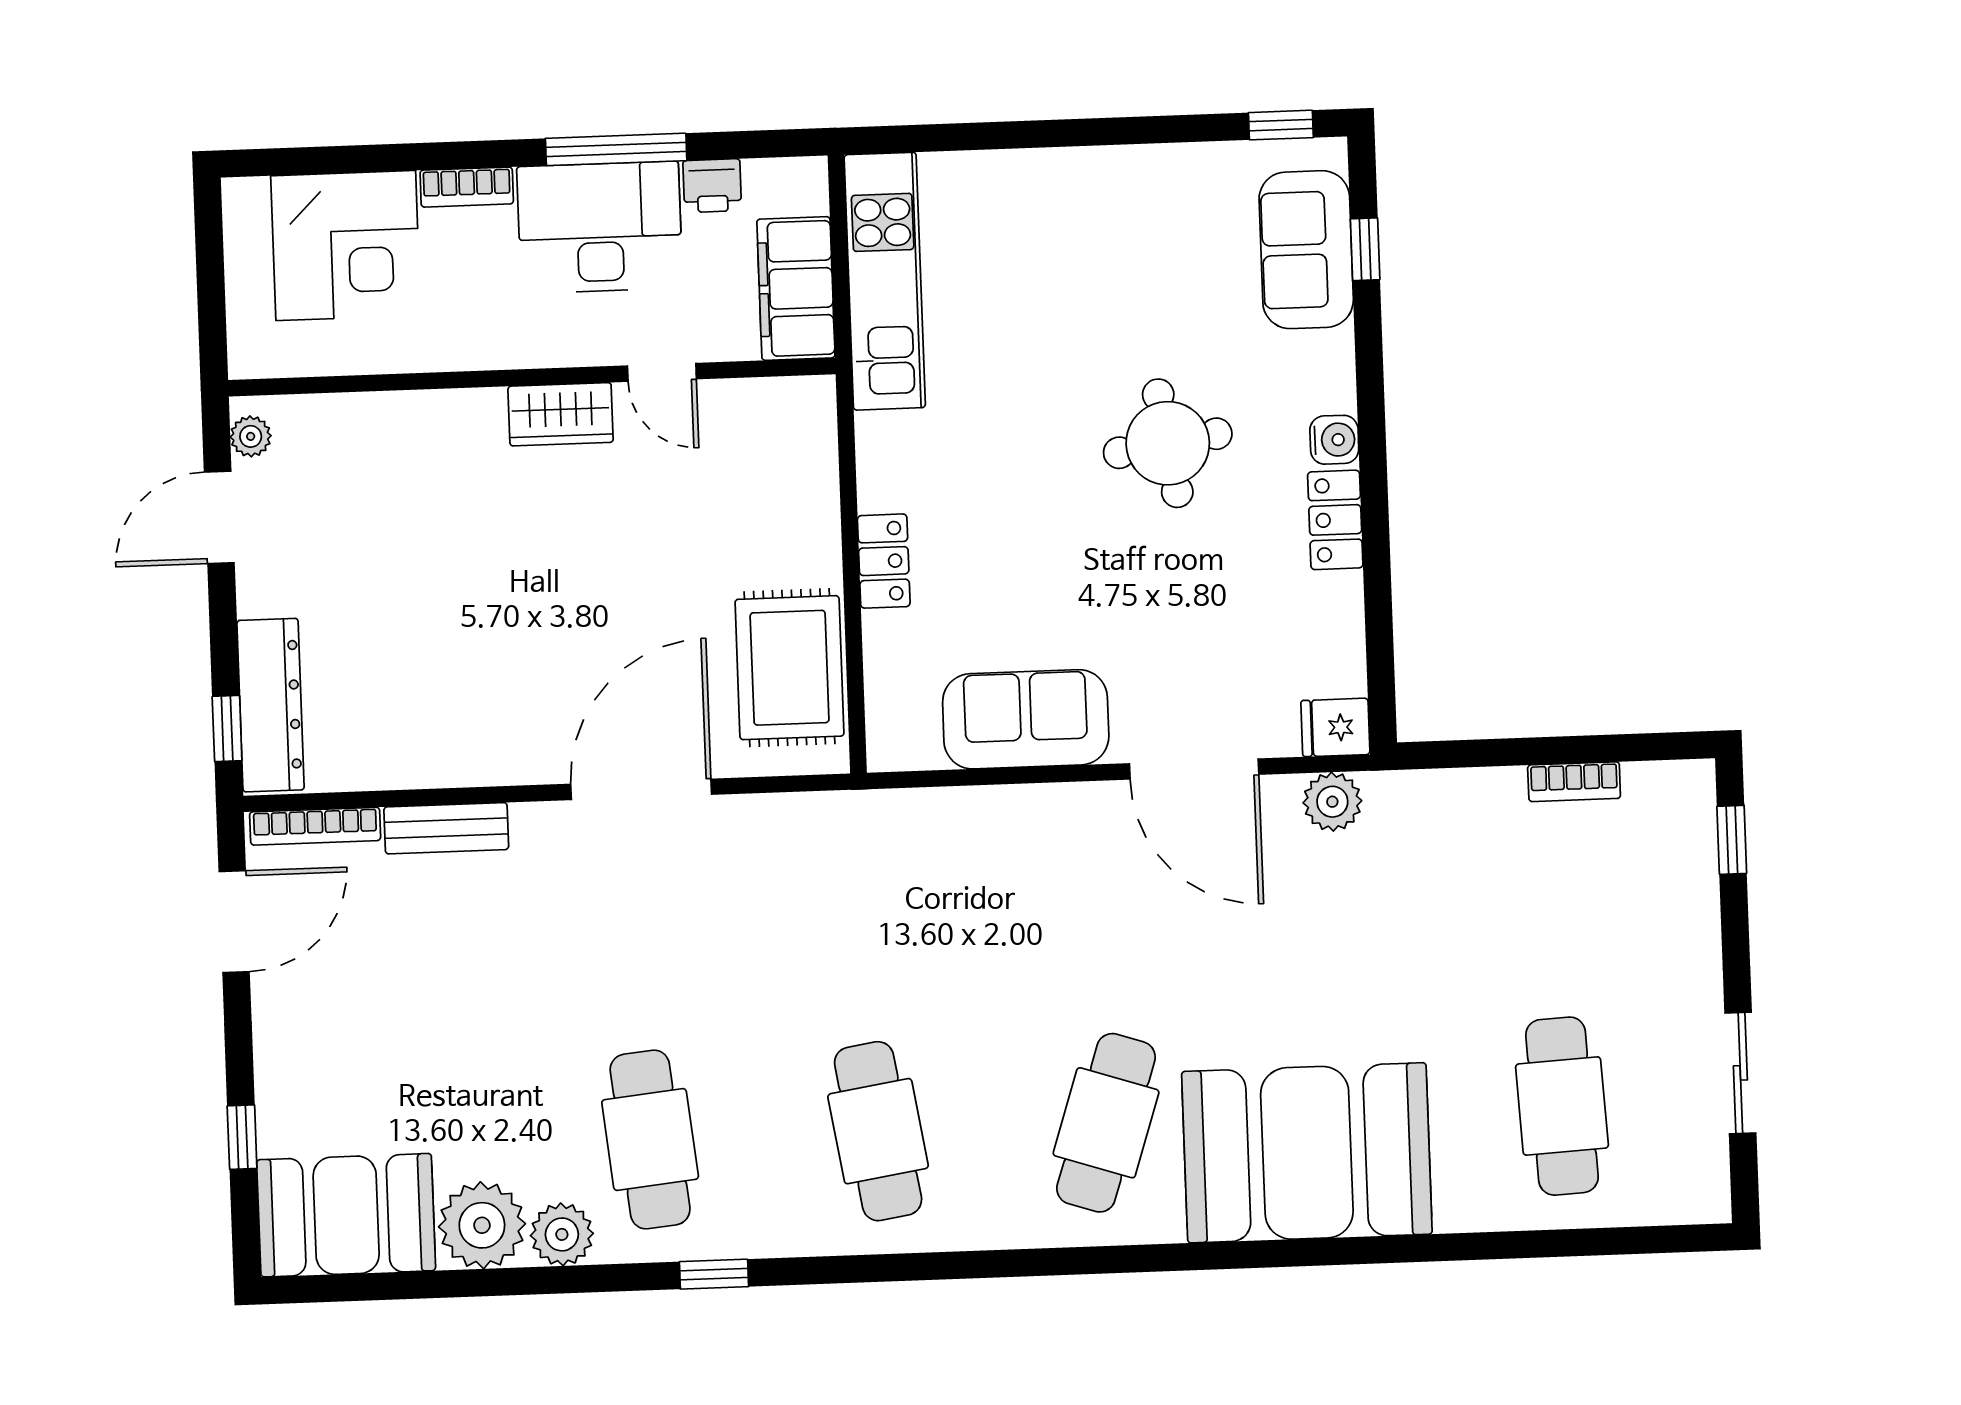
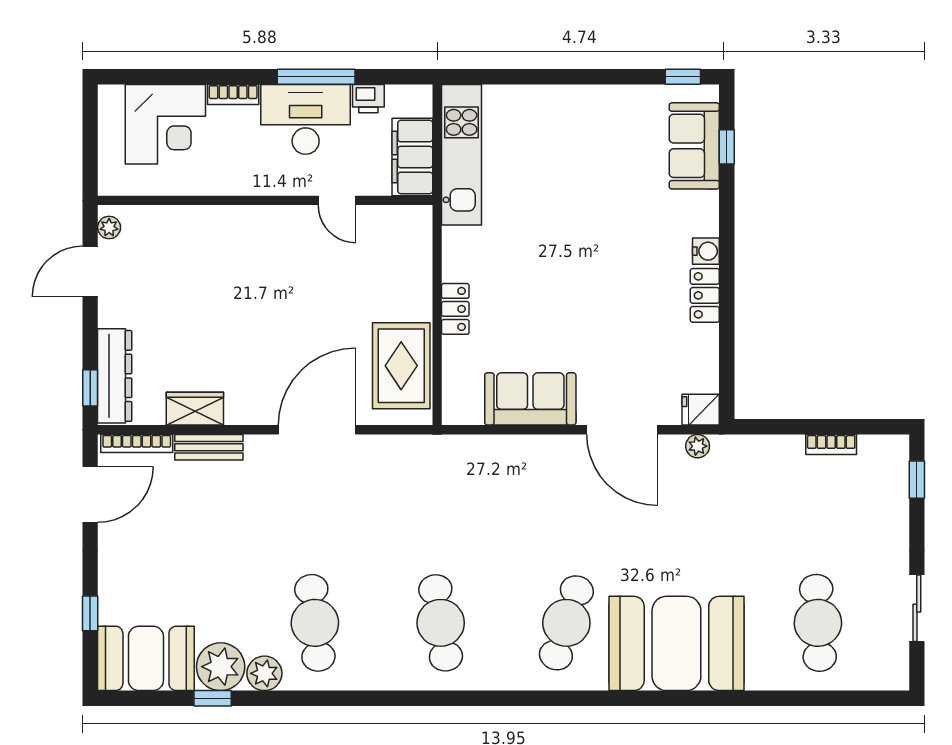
wardrobe: (561, 414) -> (195, 409), moved, turned 180
round table: (1168, 443) -> (614, 250), removed
plant: (1332, 802) -> (698, 446), width x0.73, depth x0.73
window: (714, 1274) -> (213, 698), moved

